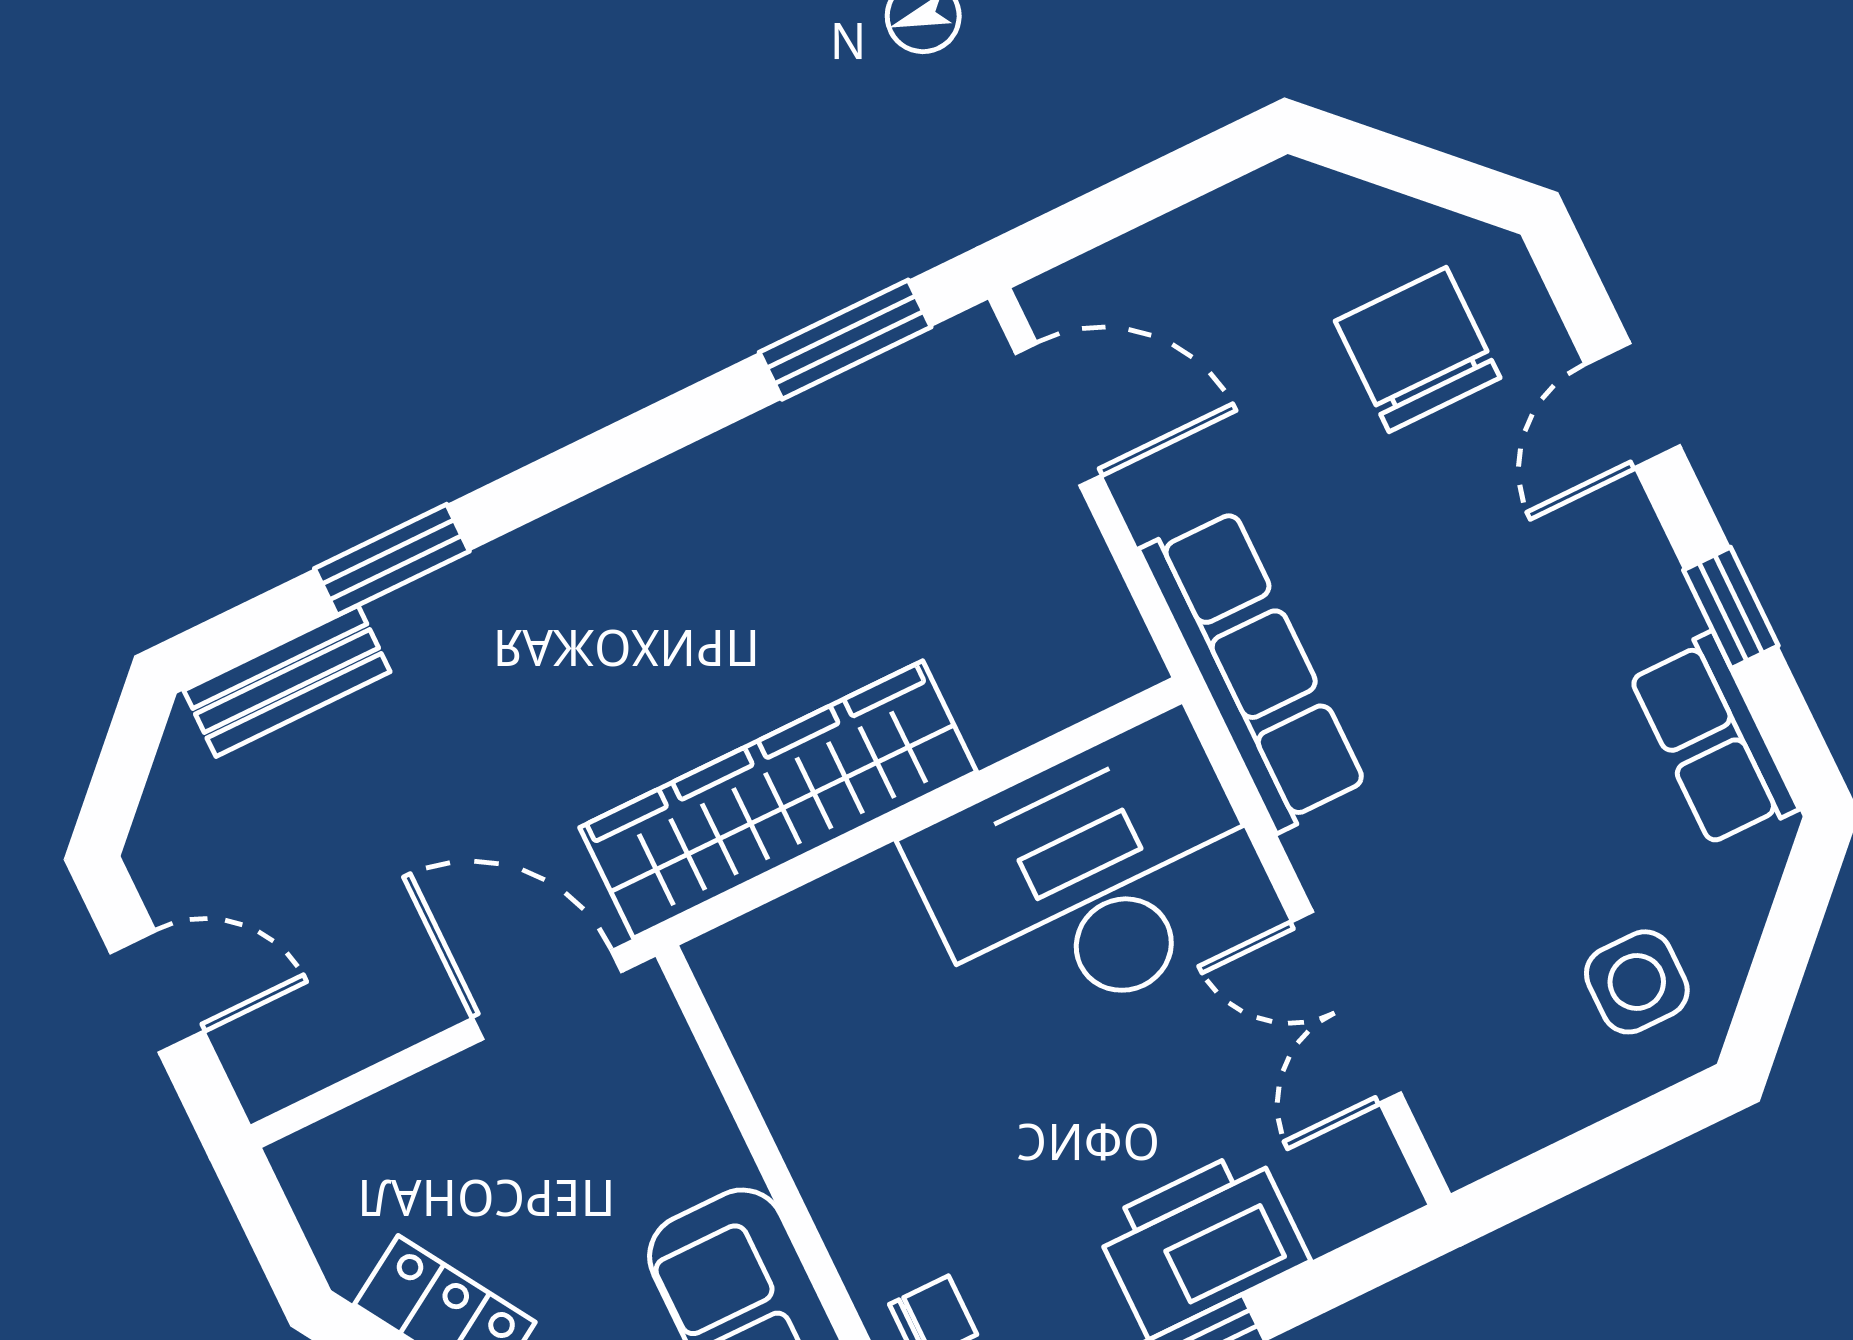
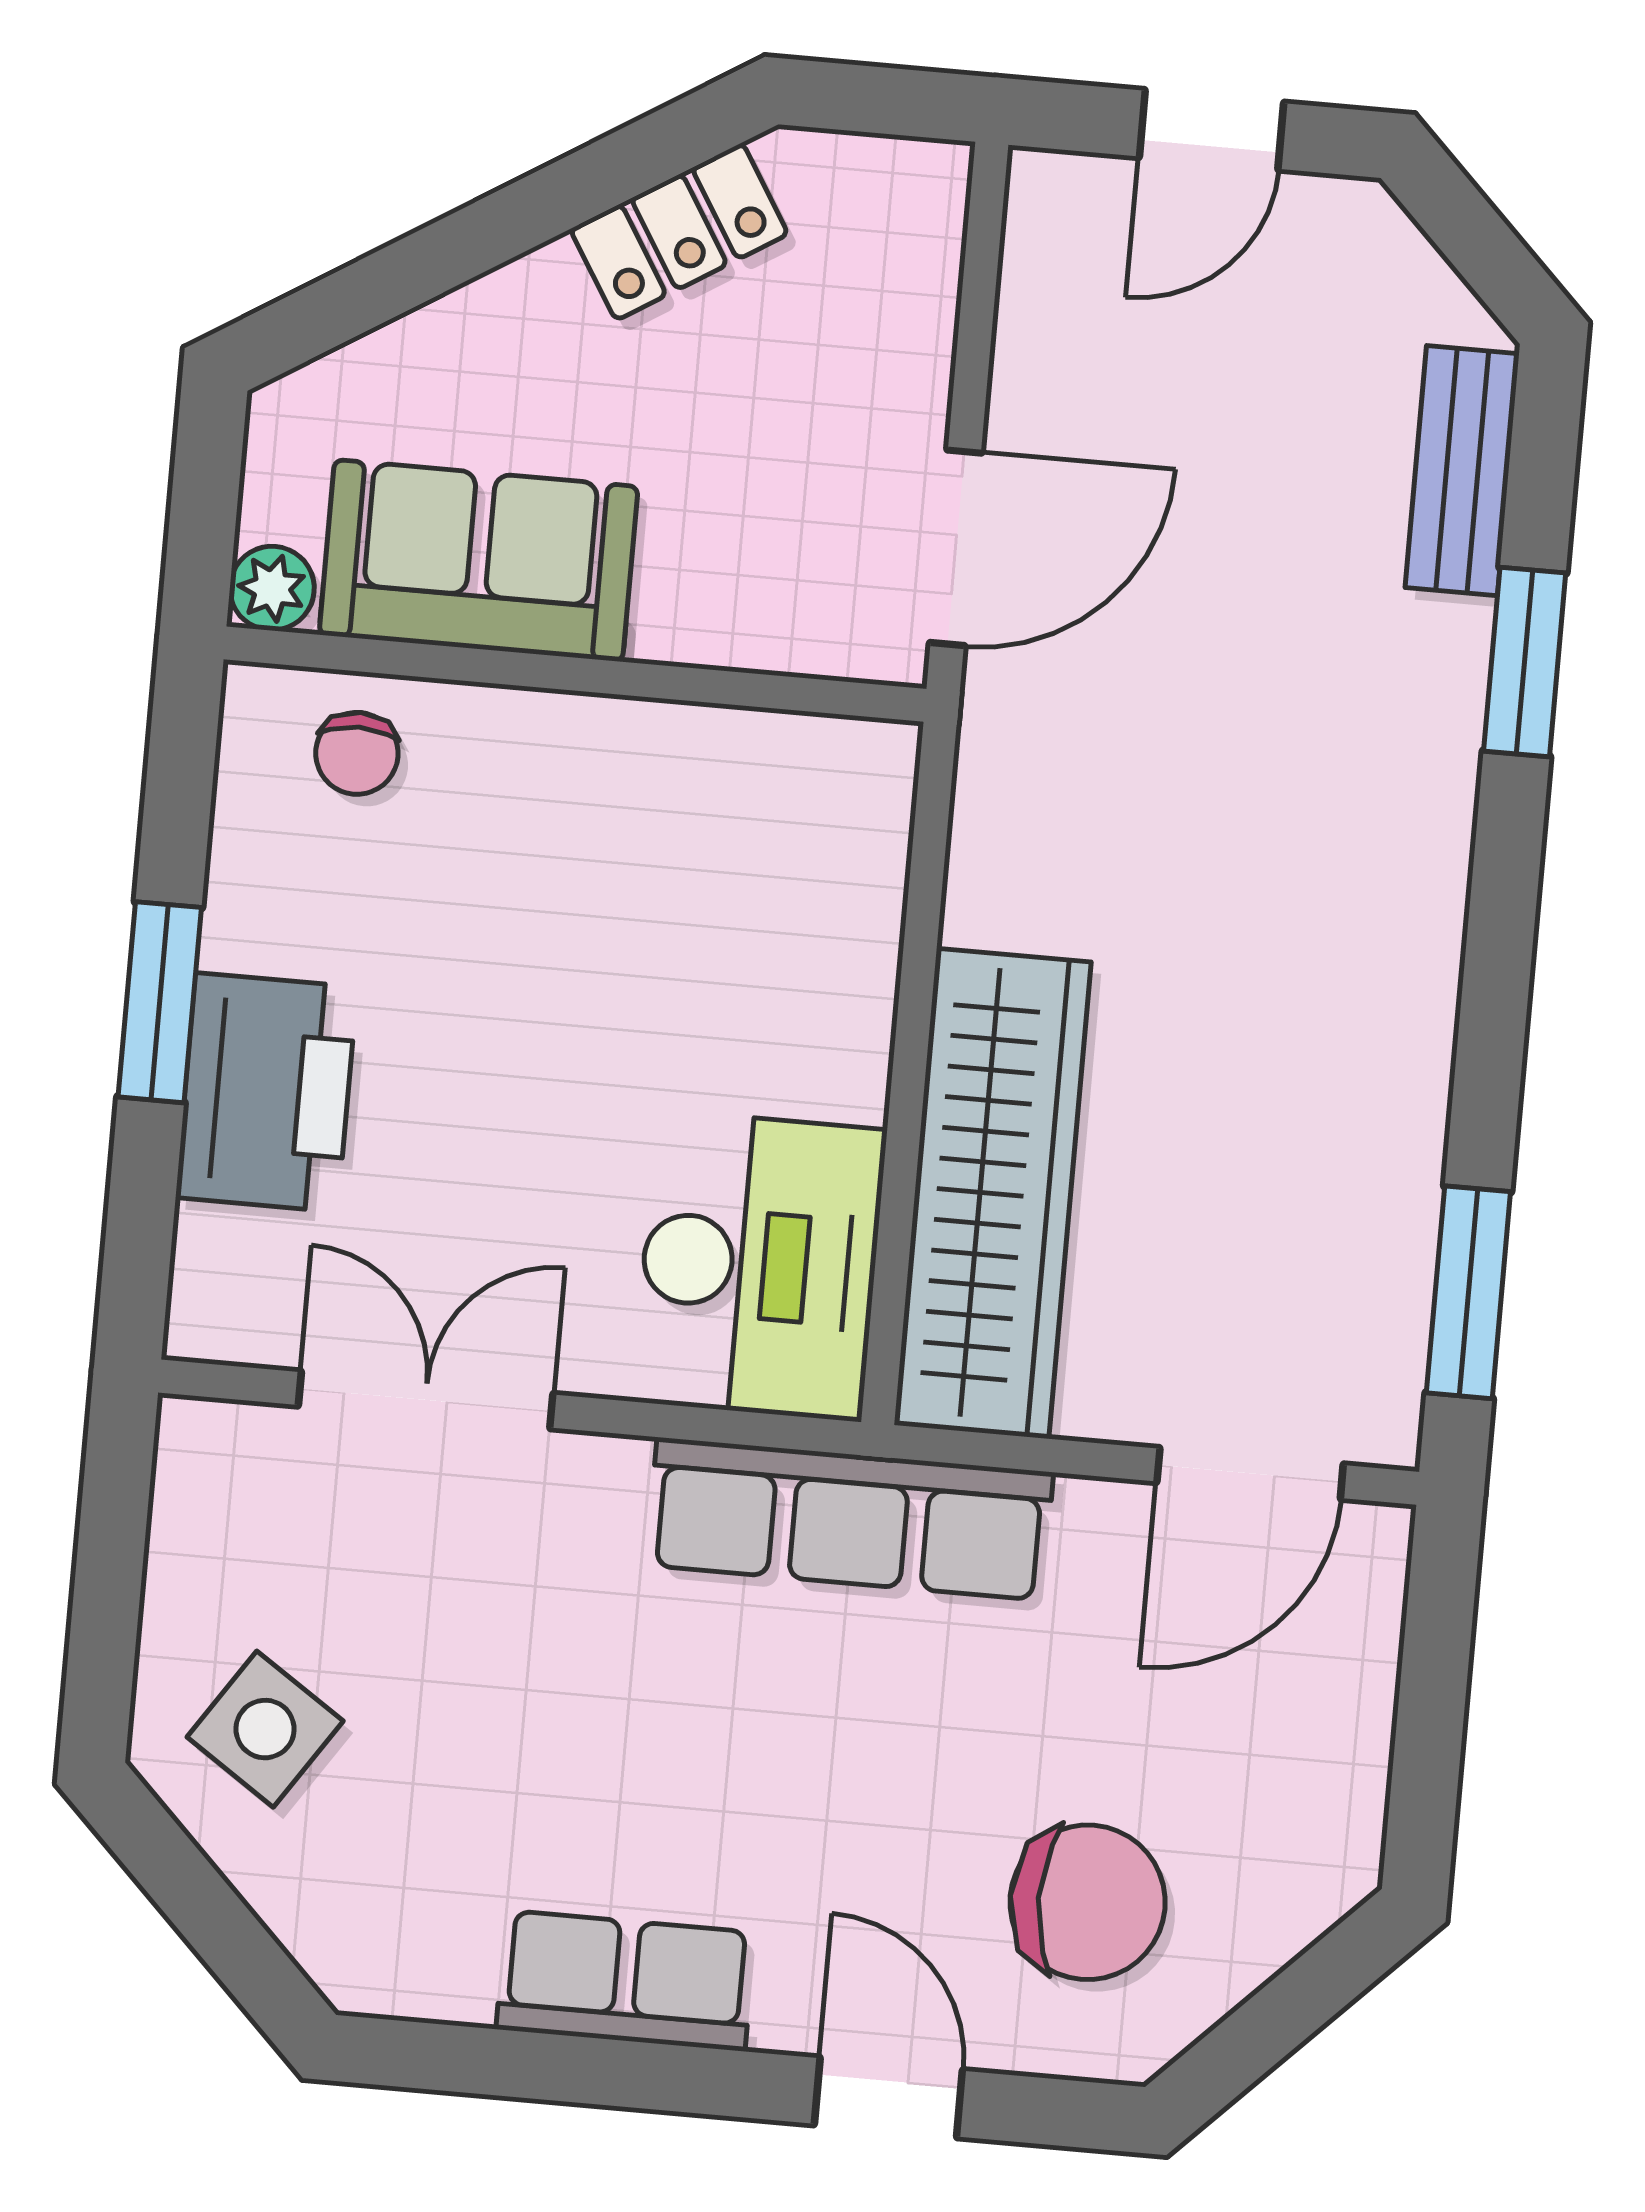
window: (1731, 608) -> (607, 2072), removed
row of seats: (1713, 740) -> (626, 1981), moved
wardrobe: (778, 800) -> (993, 1193), moved
desk: (1091, 878) -> (759, 1266), width x0.73, depth x0.77
side table: (1637, 982) -> (265, 1729), turned 34

